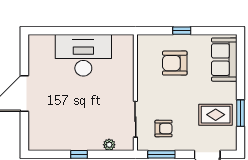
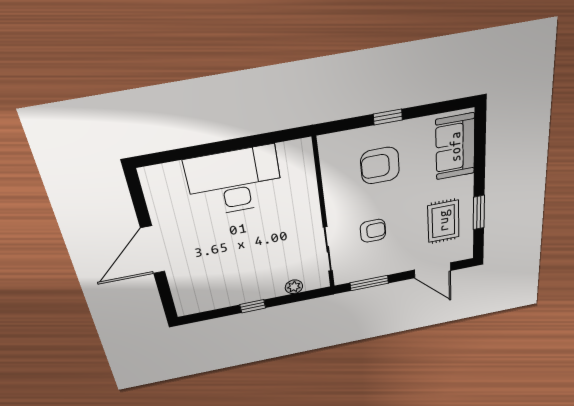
rug: (216, 115) -> (443, 221), turned 90
armchair: (164, 129) -> (373, 231), moved

